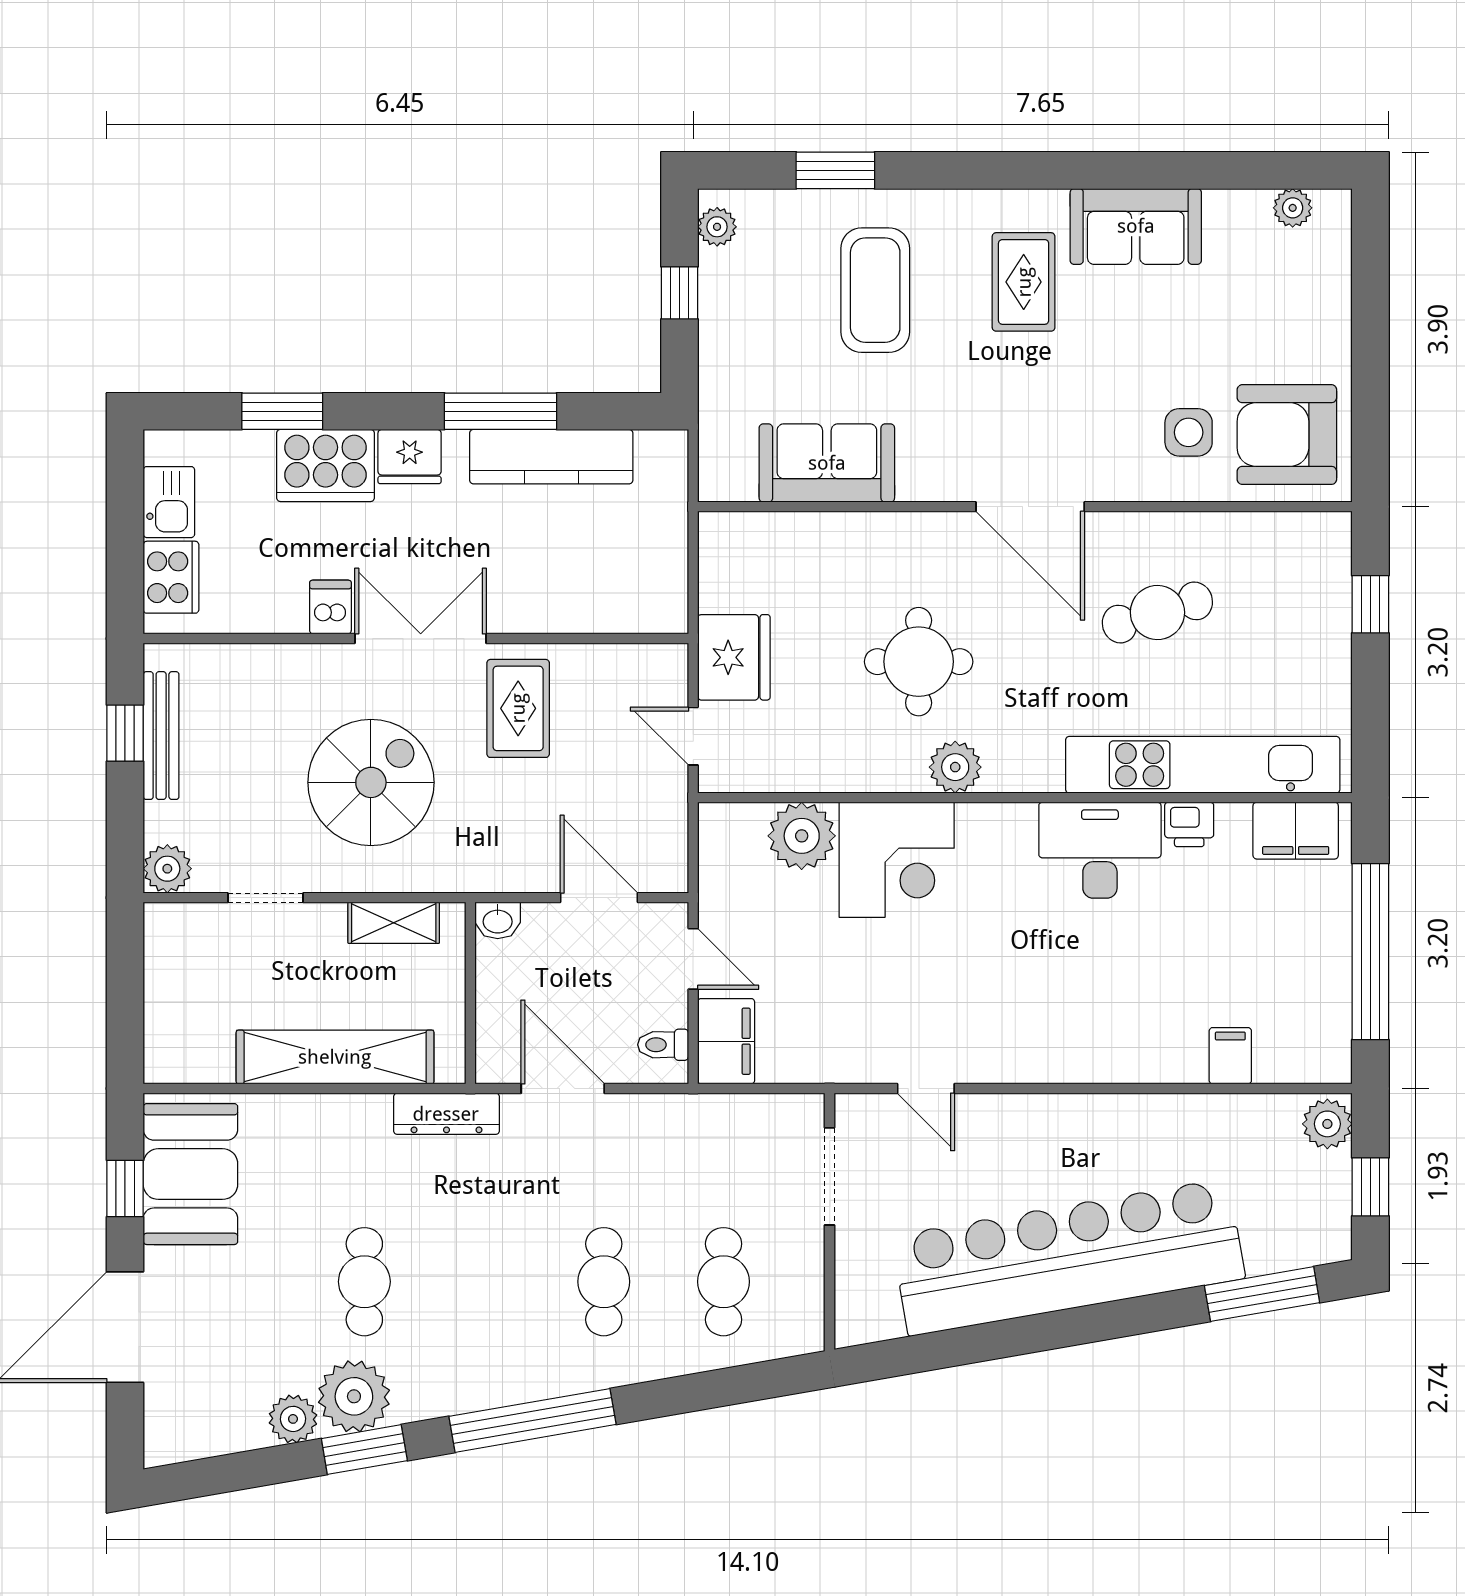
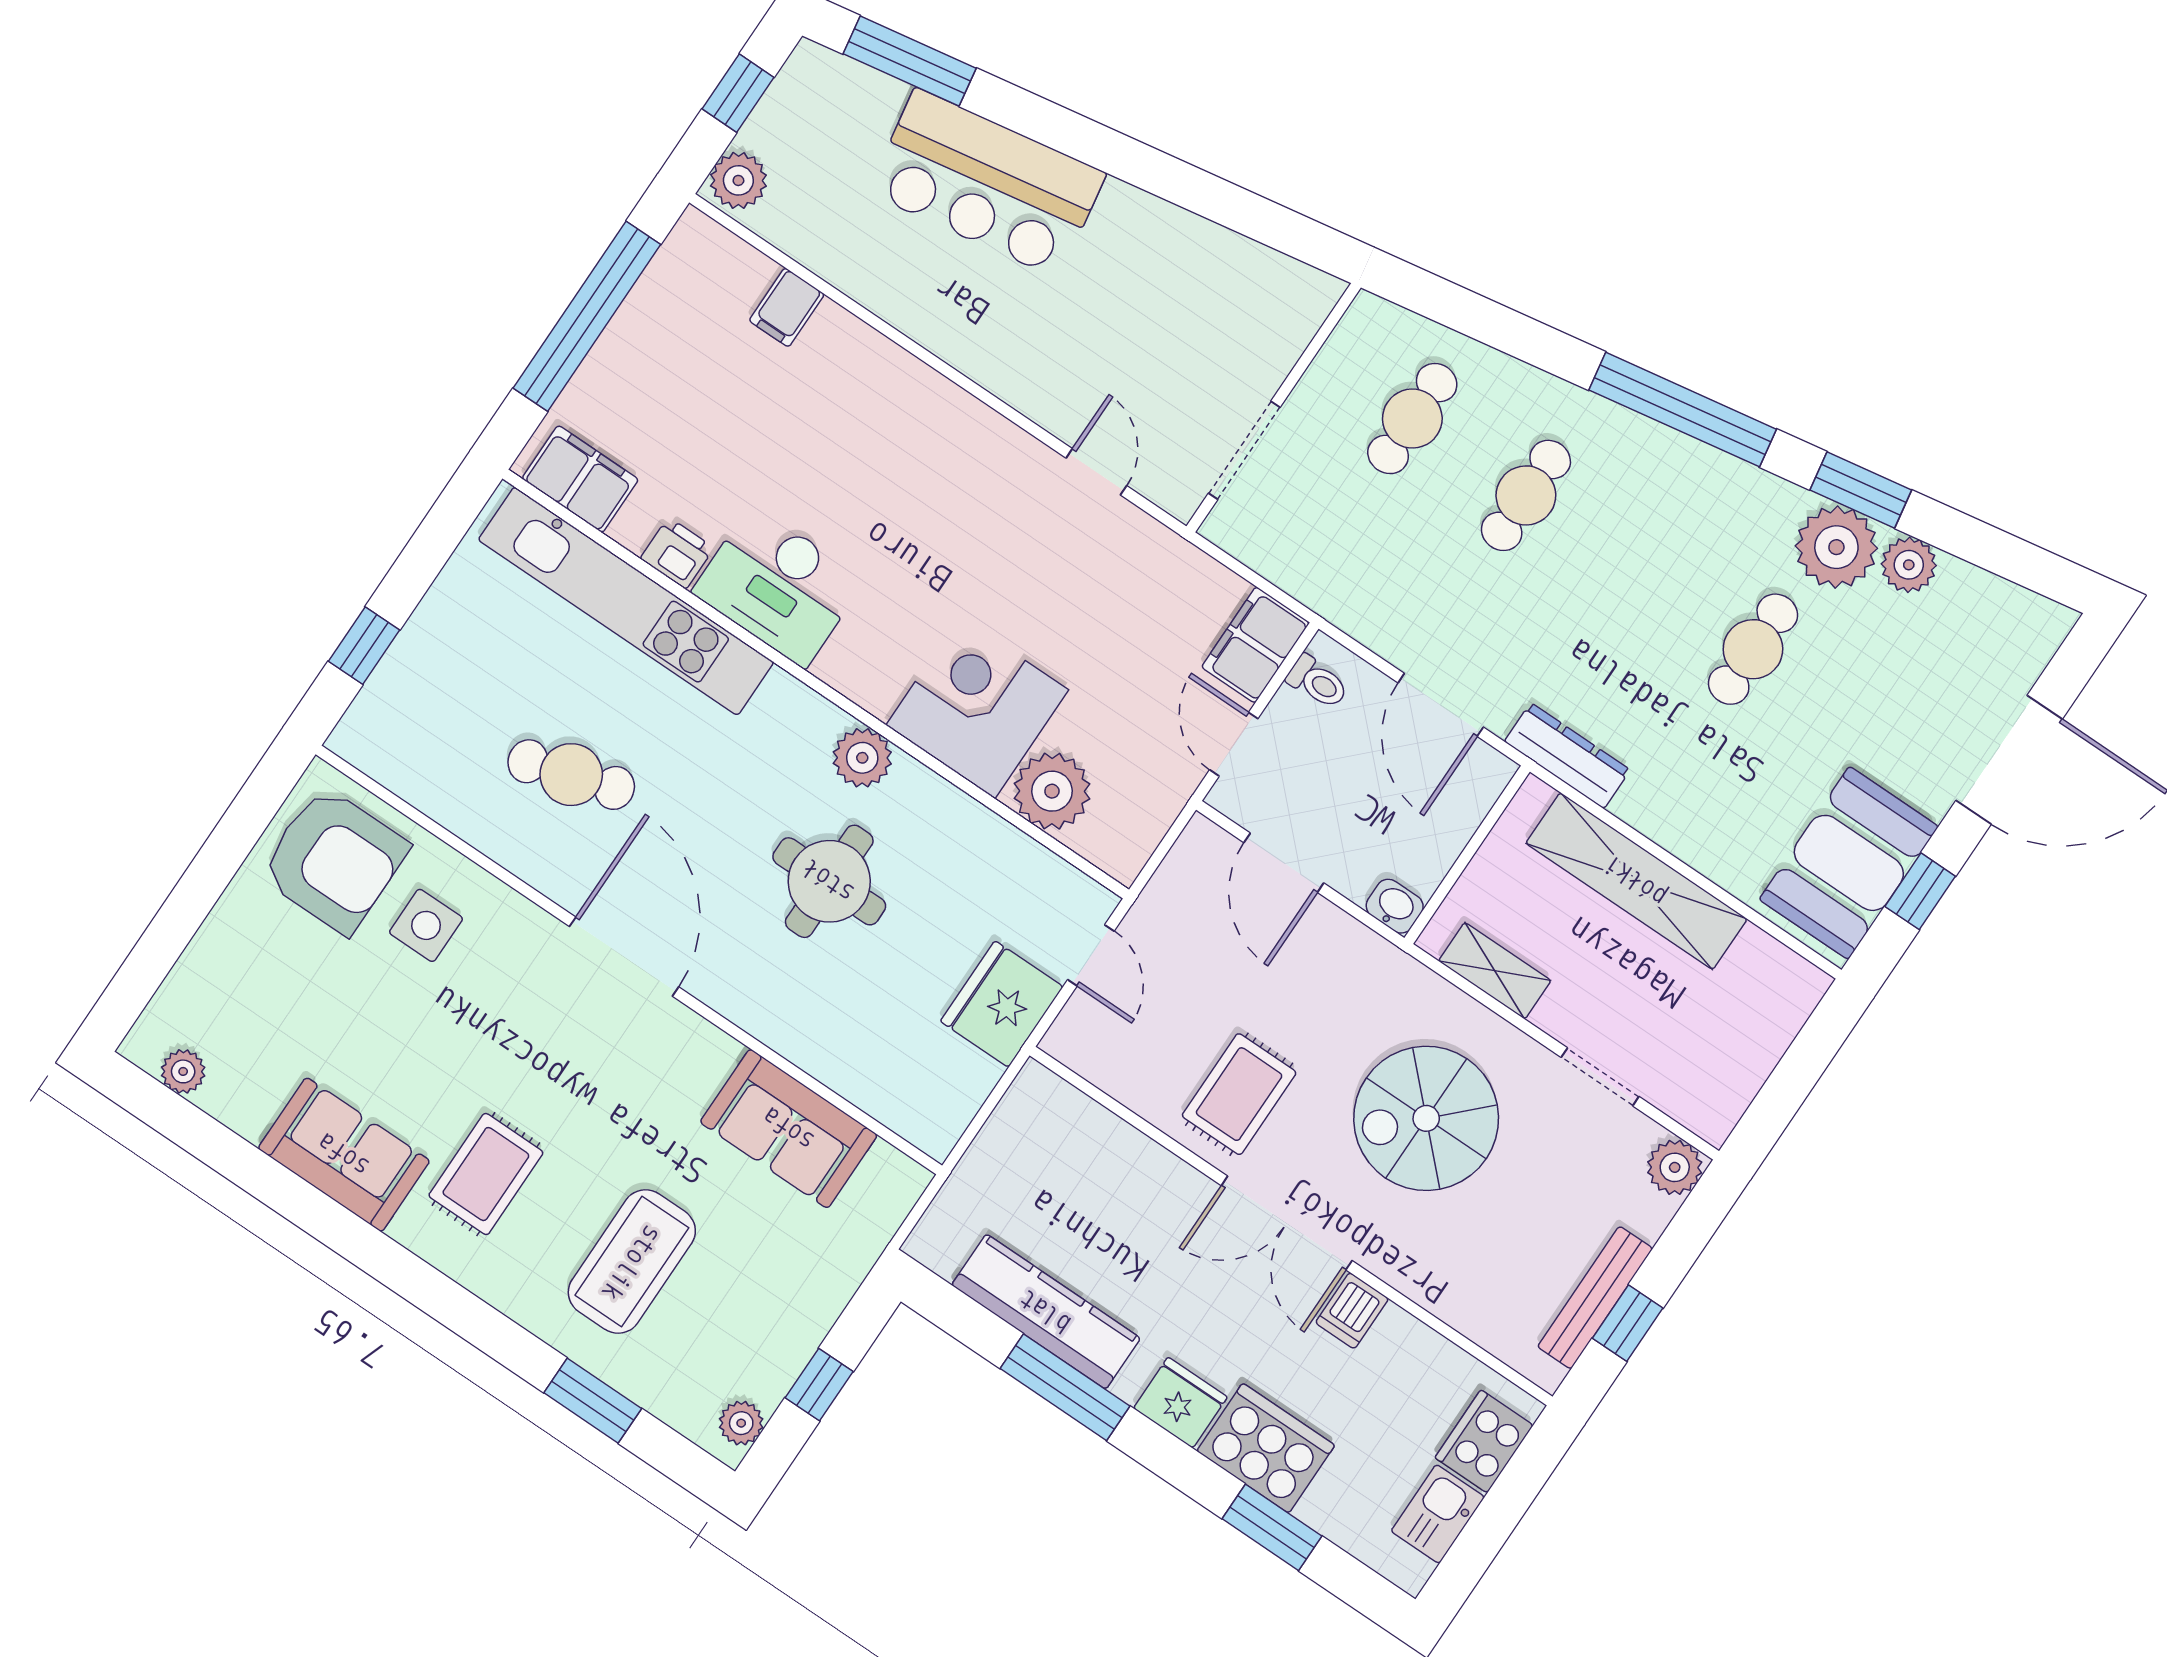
bar counter: (1068, 1257) -> (987, 183), width x0.54

